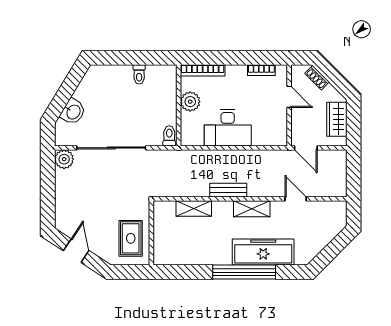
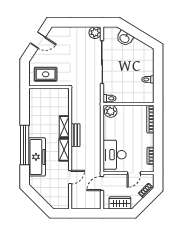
plant: (190, 102) -> (111, 111), moved
desk: (228, 128) -> (115, 155), moved
shelving: (194, 209) -> (64, 127), moved

